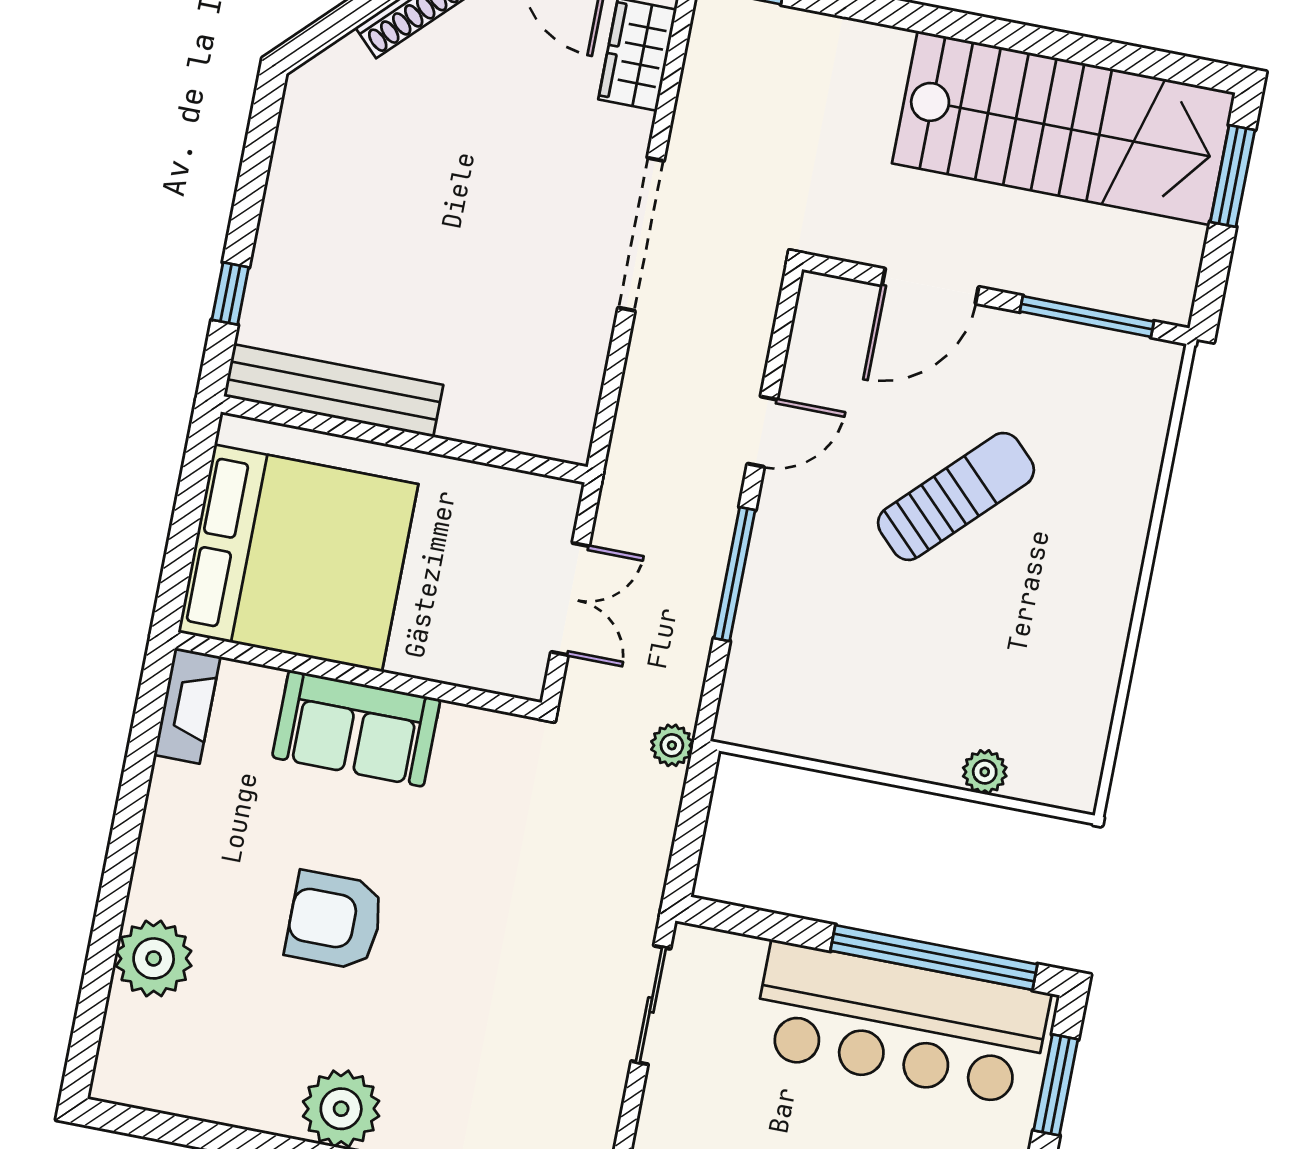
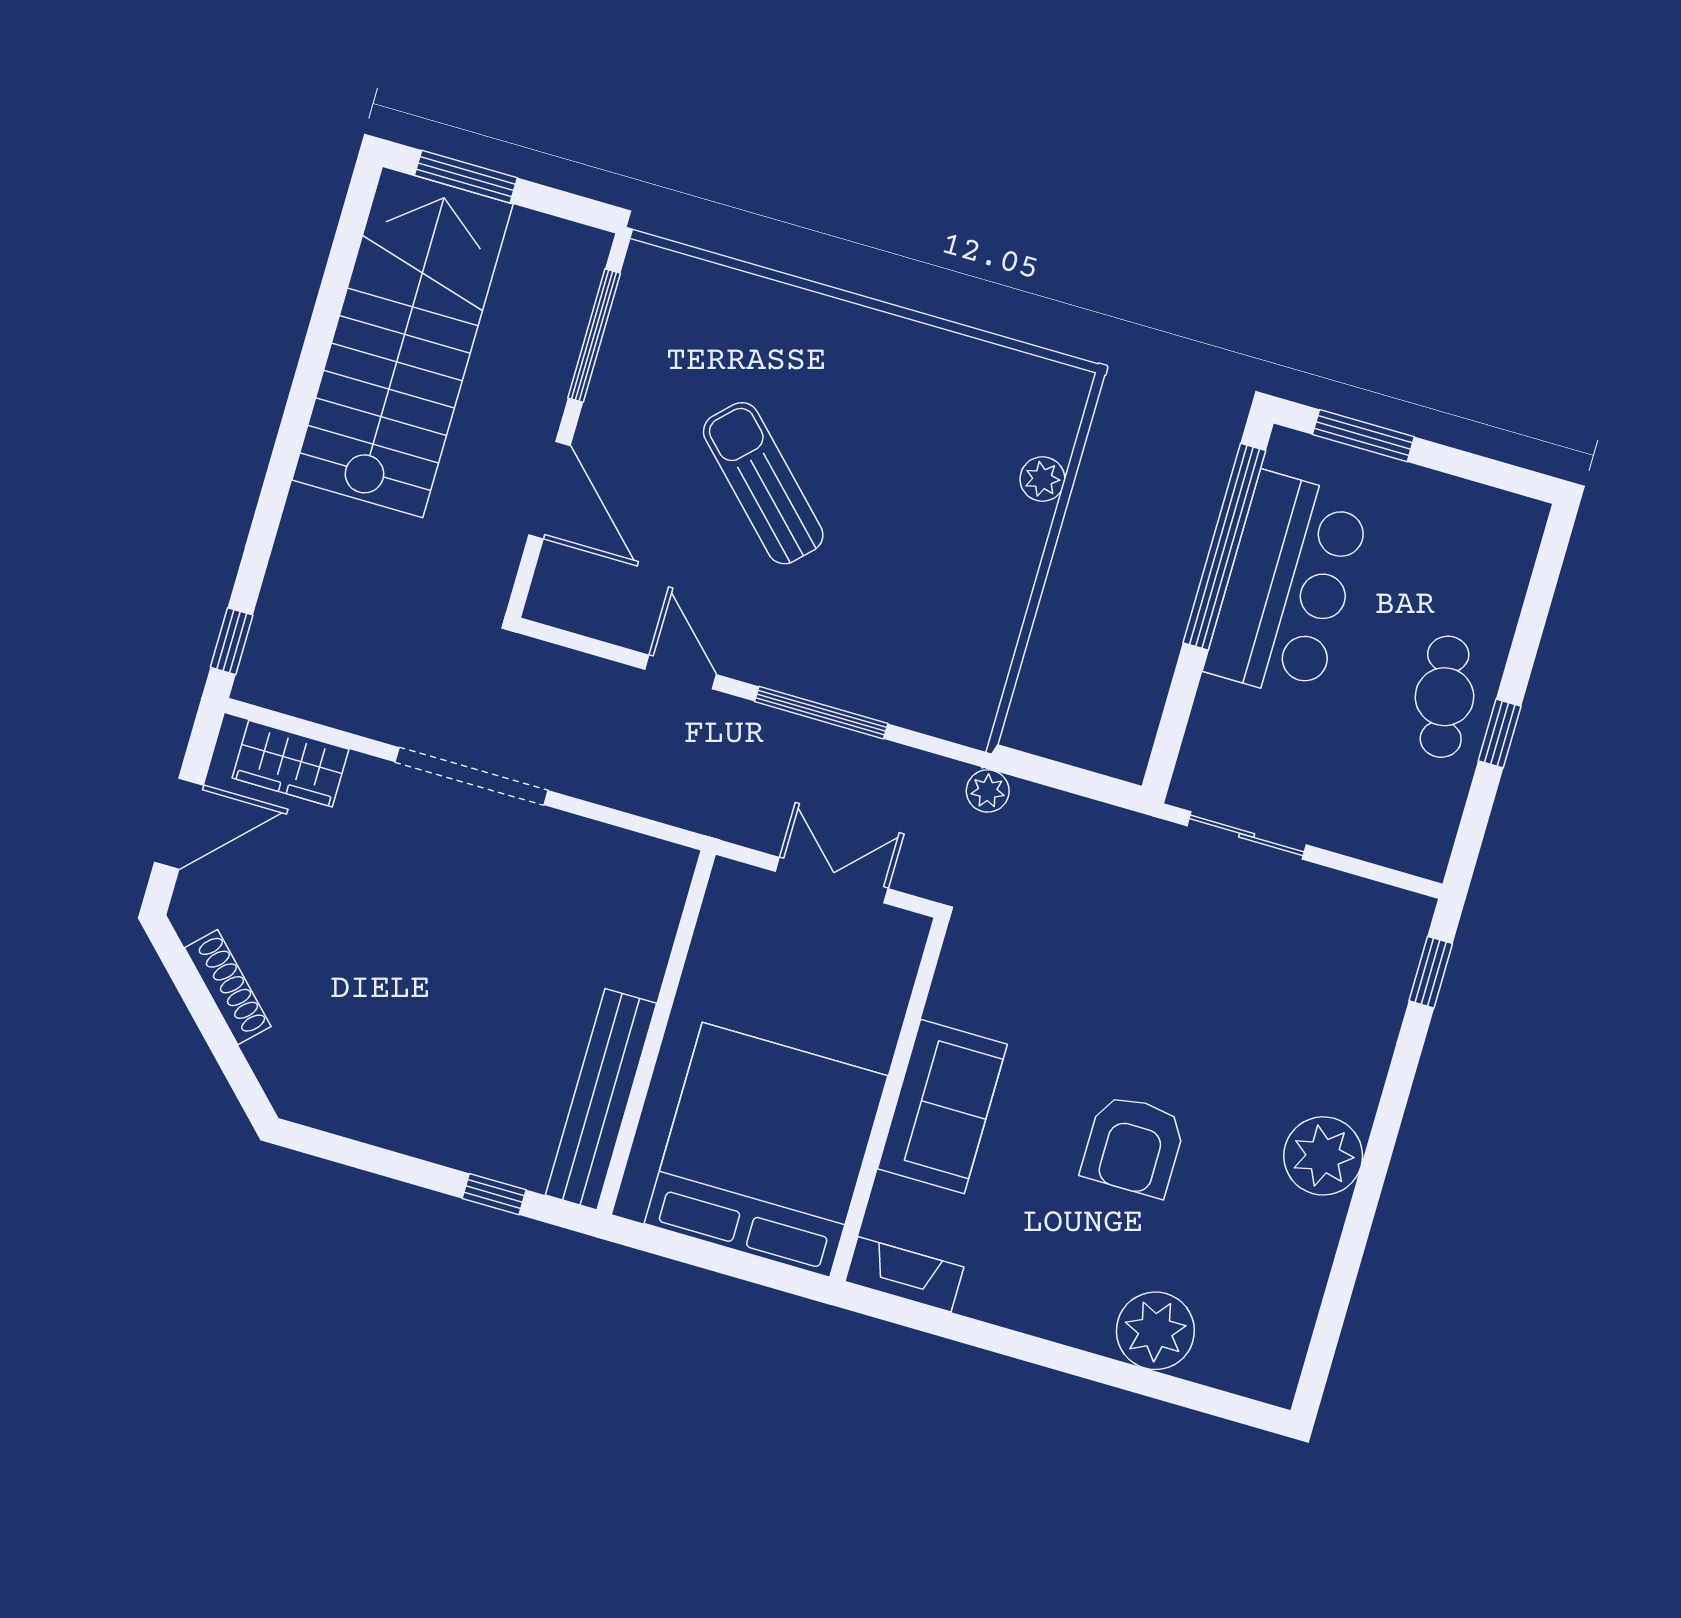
bar counter: (900, 1024) -> (1288, 586), width x0.73

